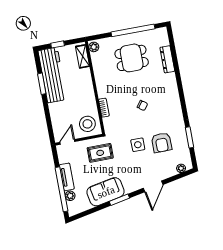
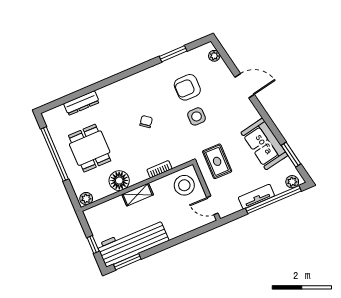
shelving: (83, 56) -> (138, 195), moved
floor lamp: (102, 75) -> (119, 181), added
window: (42, 84) -> (127, 262), moved
armchair: (162, 143) -> (187, 87), turned 180
plant: (70, 196) -> (292, 182), moved
window: (119, 200) -> (291, 155), moved

